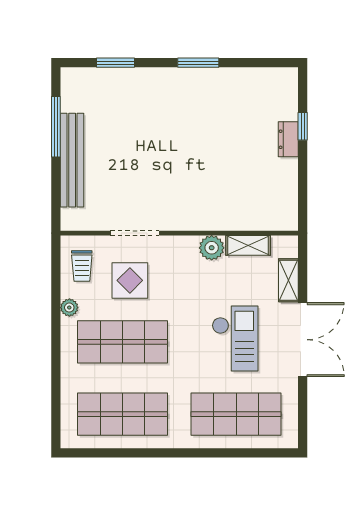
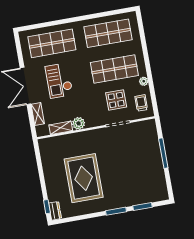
window: (198, 63) -> (116, 211), moved
window: (303, 126) -> (47, 207), moved
window: (56, 127) -> (163, 153), moved
rug: (221, 139) -> (84, 178), added
dresser: (288, 139) -> (55, 211), moved
bench: (72, 160) -> (155, 154), removed

